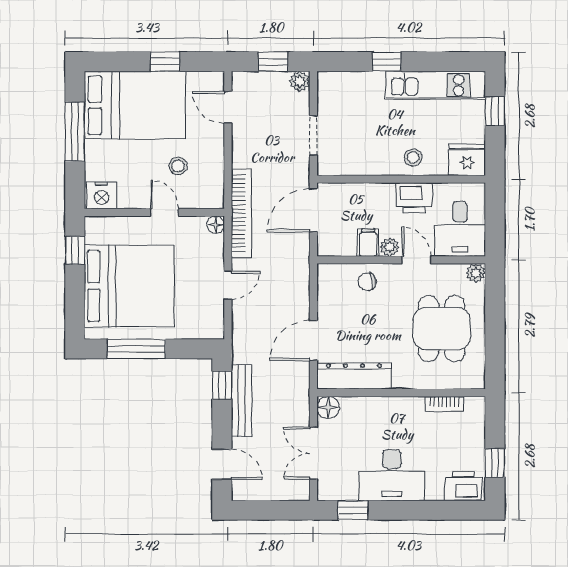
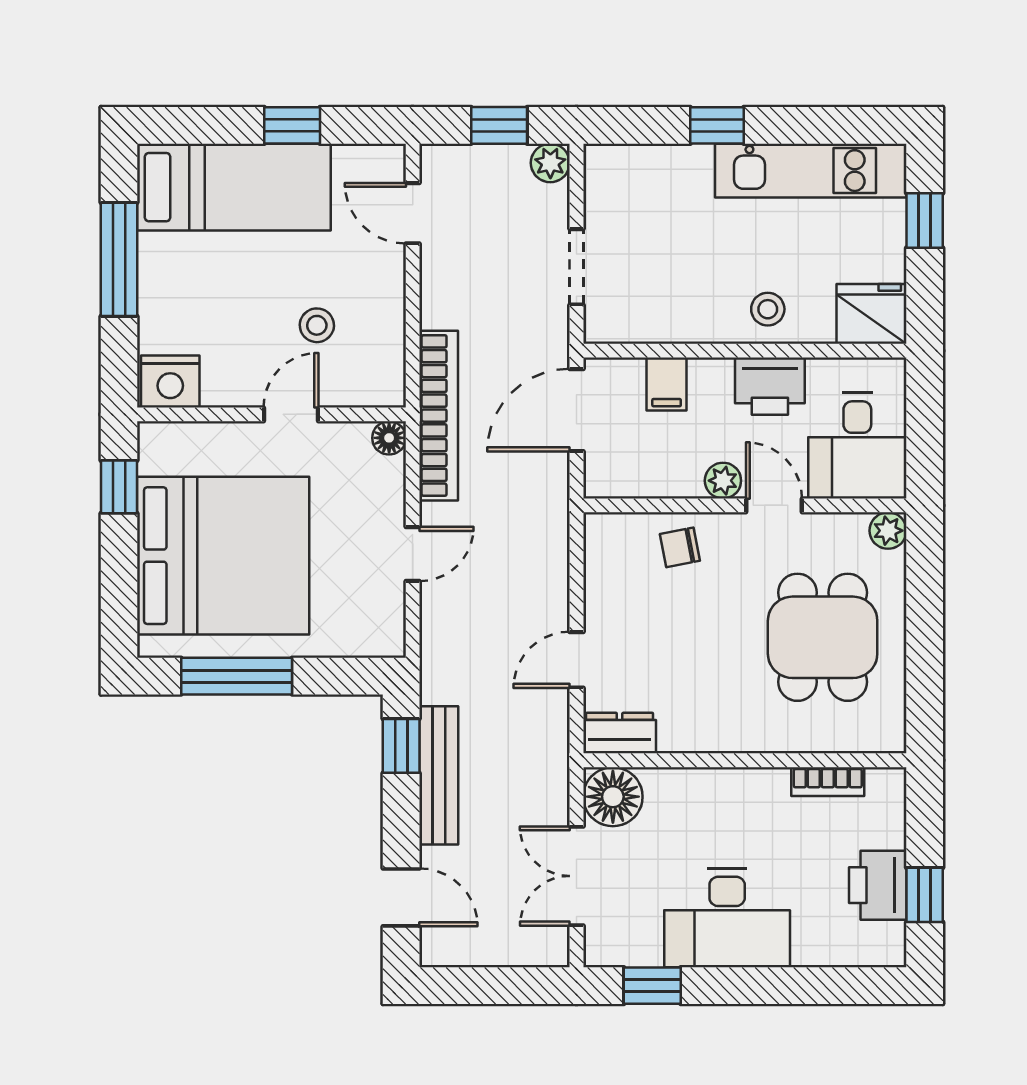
bed: (135, 105) -> (234, 187), width x0.67
door: (165, 212) -> (291, 414), hinge flipped
filing cabinet: (368, 242) -> (667, 384), moved, turned 180
door: (313, 340) -> (576, 660), width x0.73
dresser: (354, 376) -> (620, 733), width x0.51, depth x0.80
floor lamp: (328, 408) -> (613, 797), width x1.38, depth x1.38
printer: (463, 486) -> (878, 885), moved, turned -90

